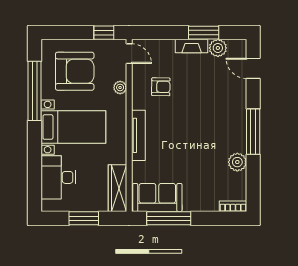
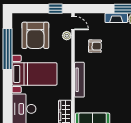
armchair: (75, 71) -> (35, 35), turned 90
plant: (120, 87) -> (67, 36), moved

